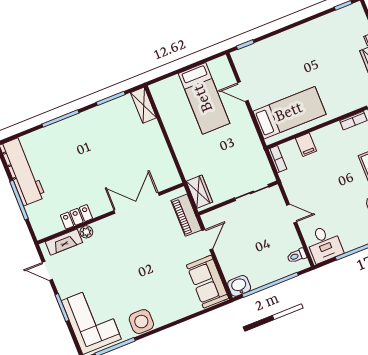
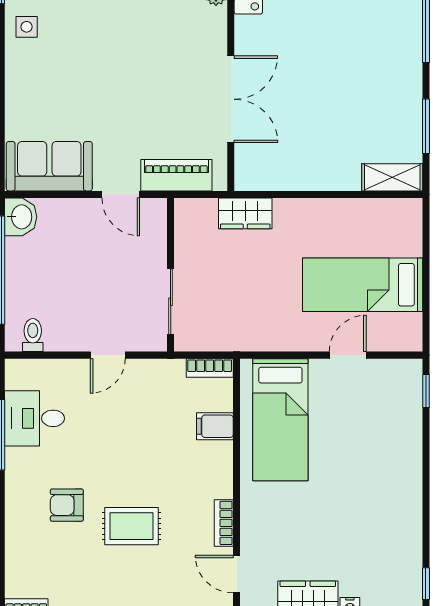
wardrobe: (199, 192) -> (245, 213), moved
desk: (324, 244) -> (35, 418), moved
side table: (141, 322) -> (27, 27), width x0.54, depth x0.54

